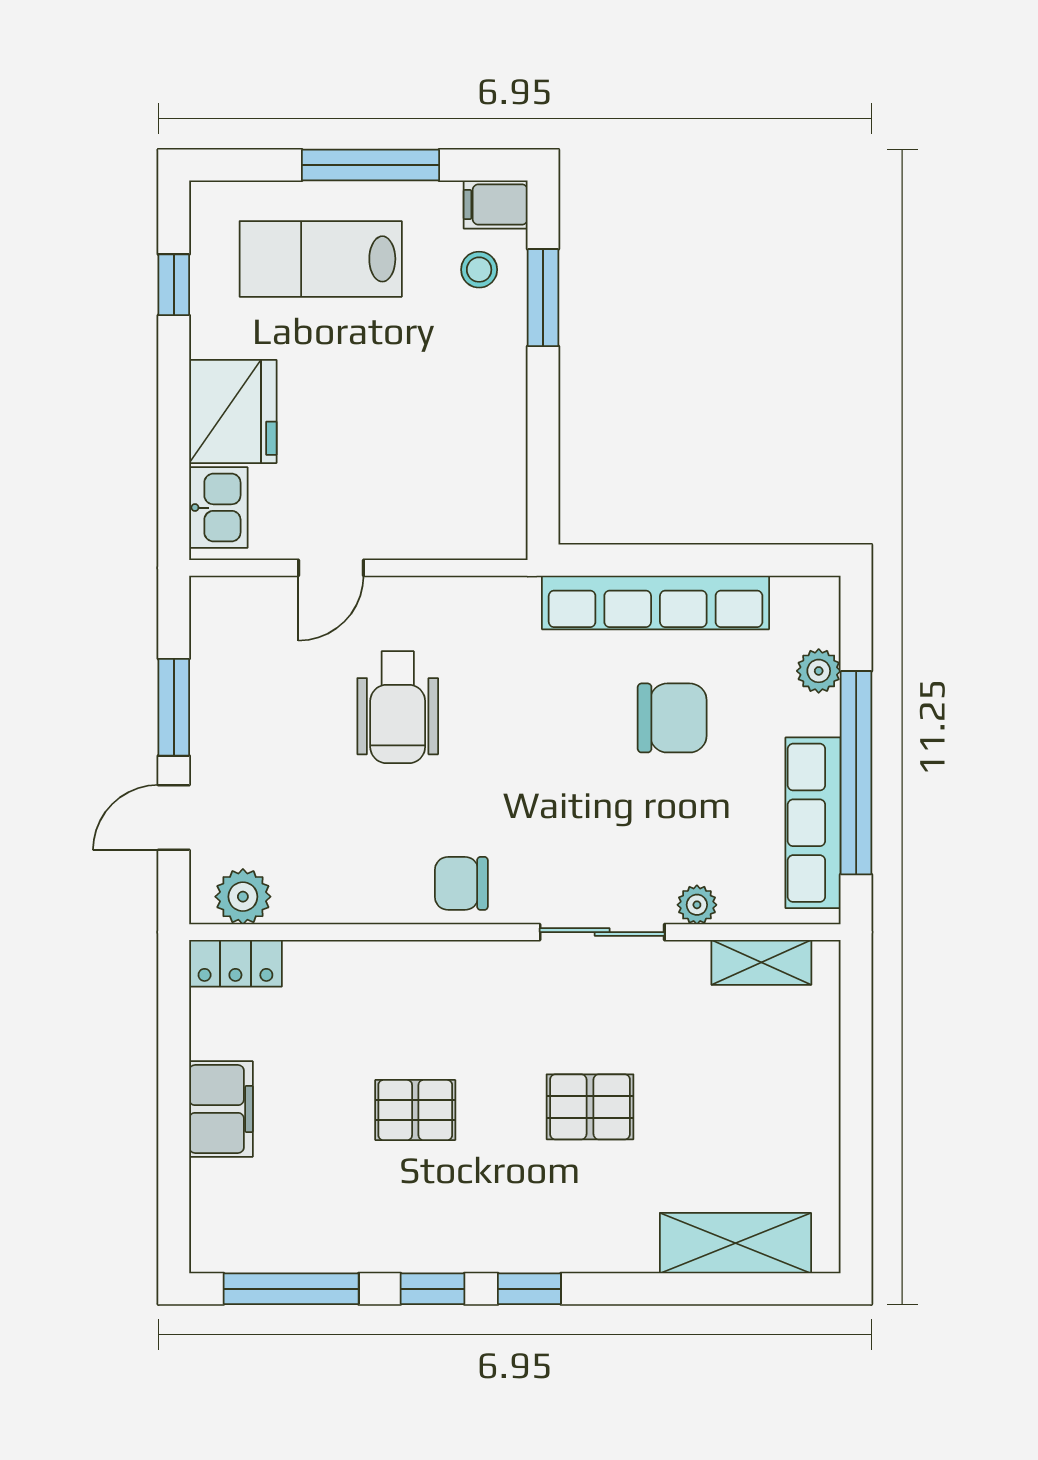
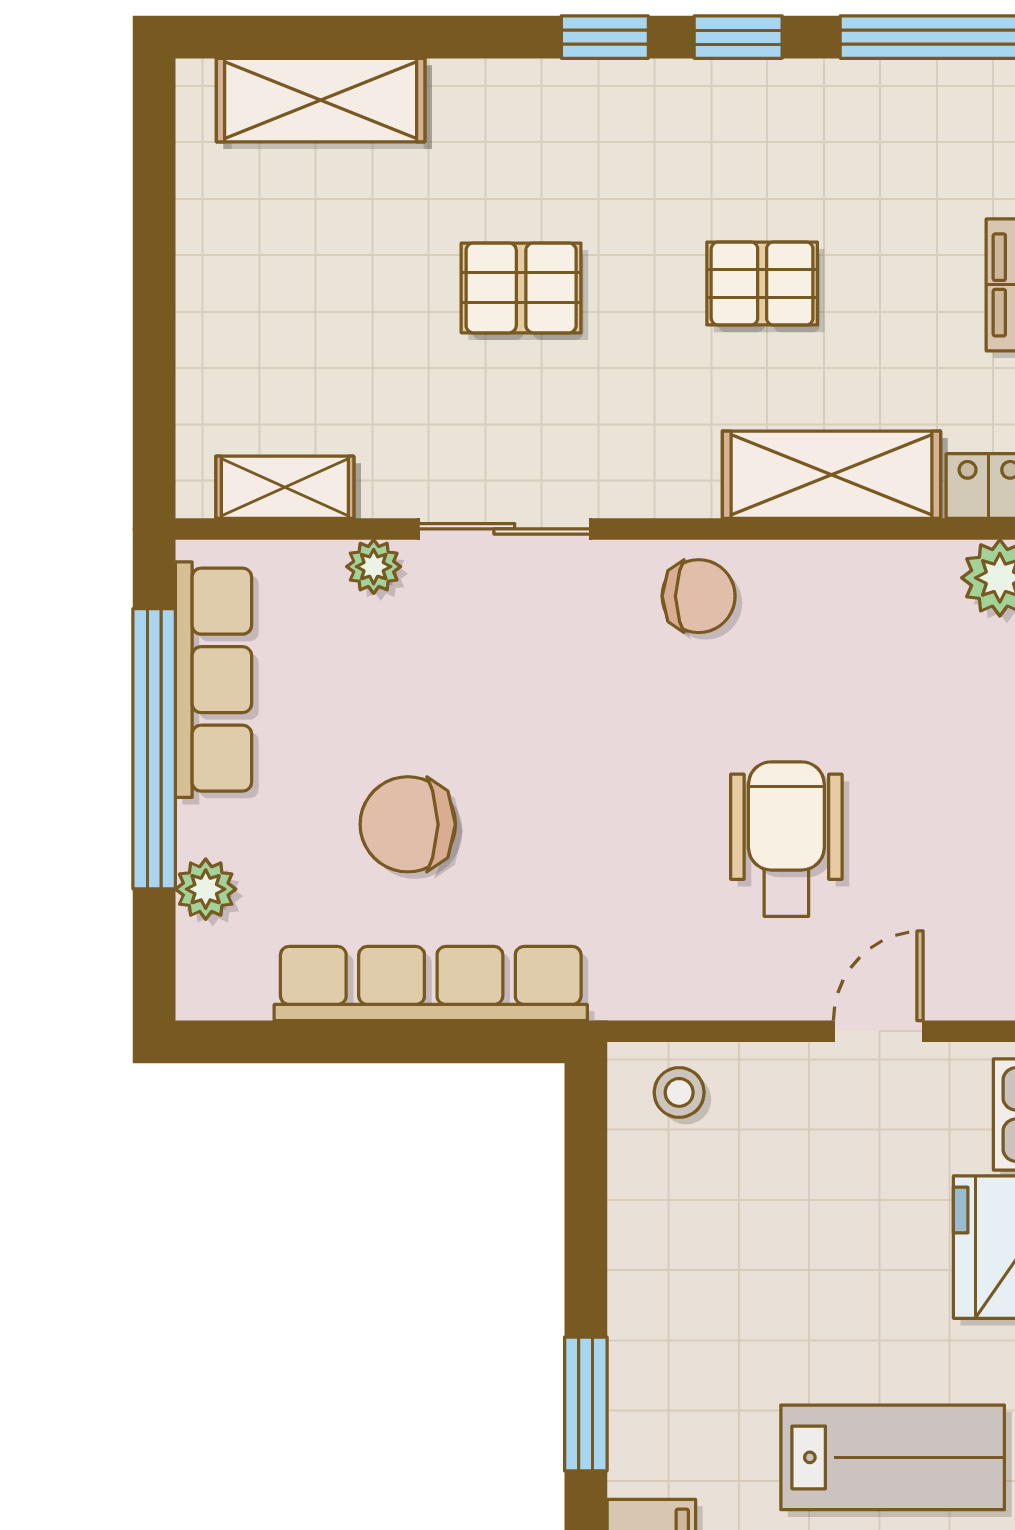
stool: (479, 270) -> (679, 1092), moved
shelving: (365, 971) -> (831, 475), added

